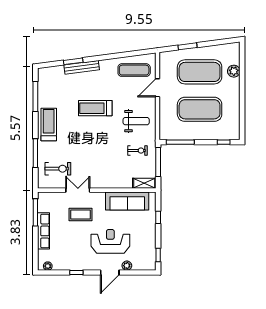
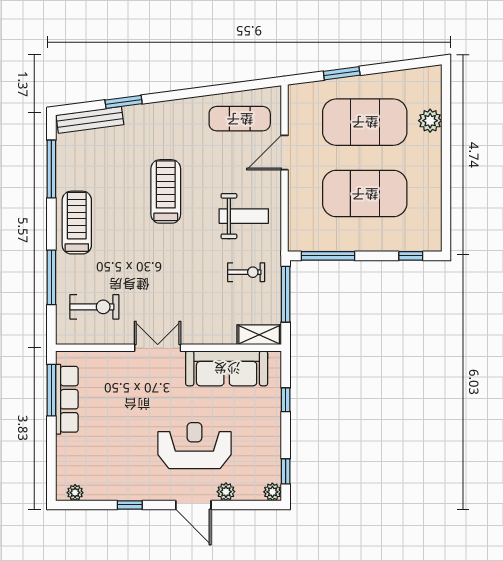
bench: (82, 67) -> (90, 120), moved
treadmill: (95, 108) -> (166, 191), turned 90
double door: (78, 190) -> (158, 348), moved
coffee table: (80, 214) -> (137, 394), removed
row of seats: (43, 231) -> (67, 399), moved
plant: (151, 266) -> (272, 492), added
door: (110, 273) -> (193, 505), hinge flipped

